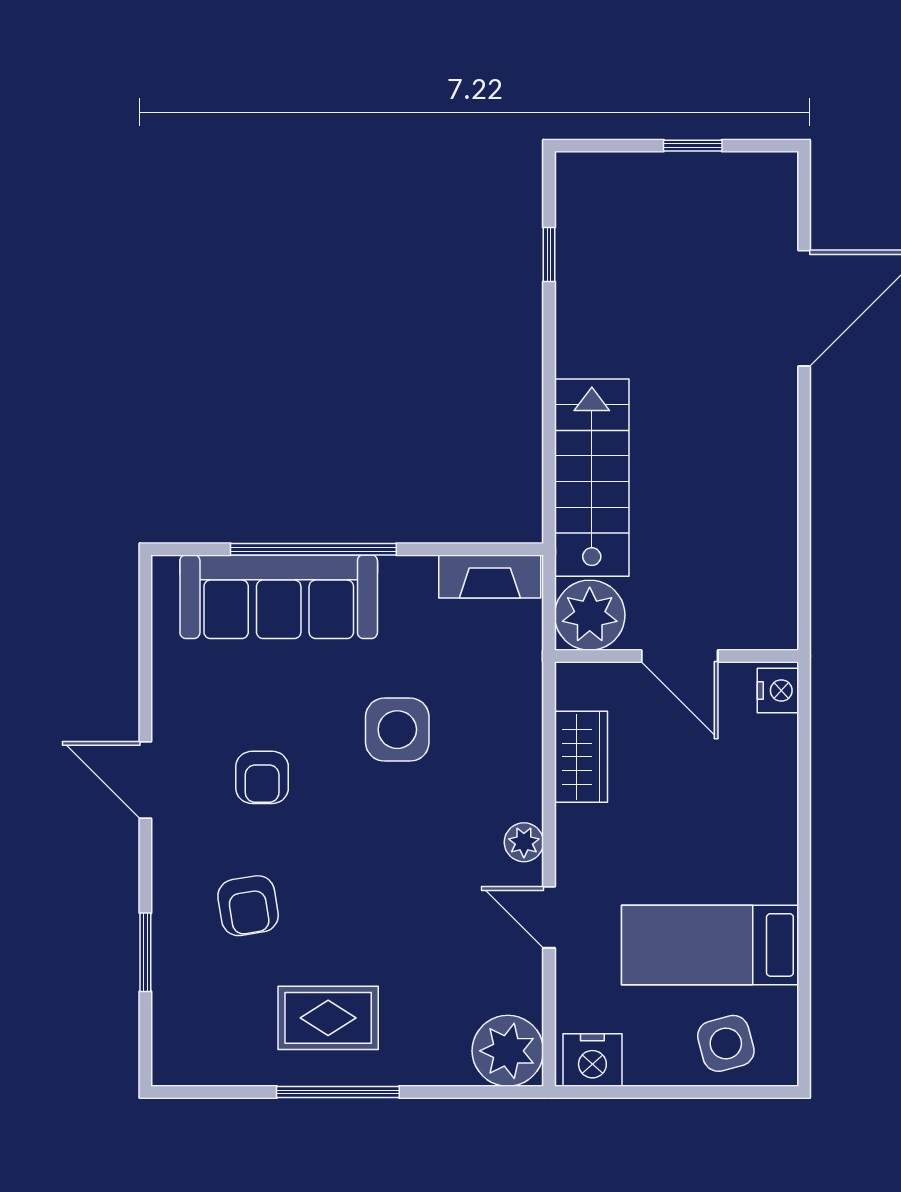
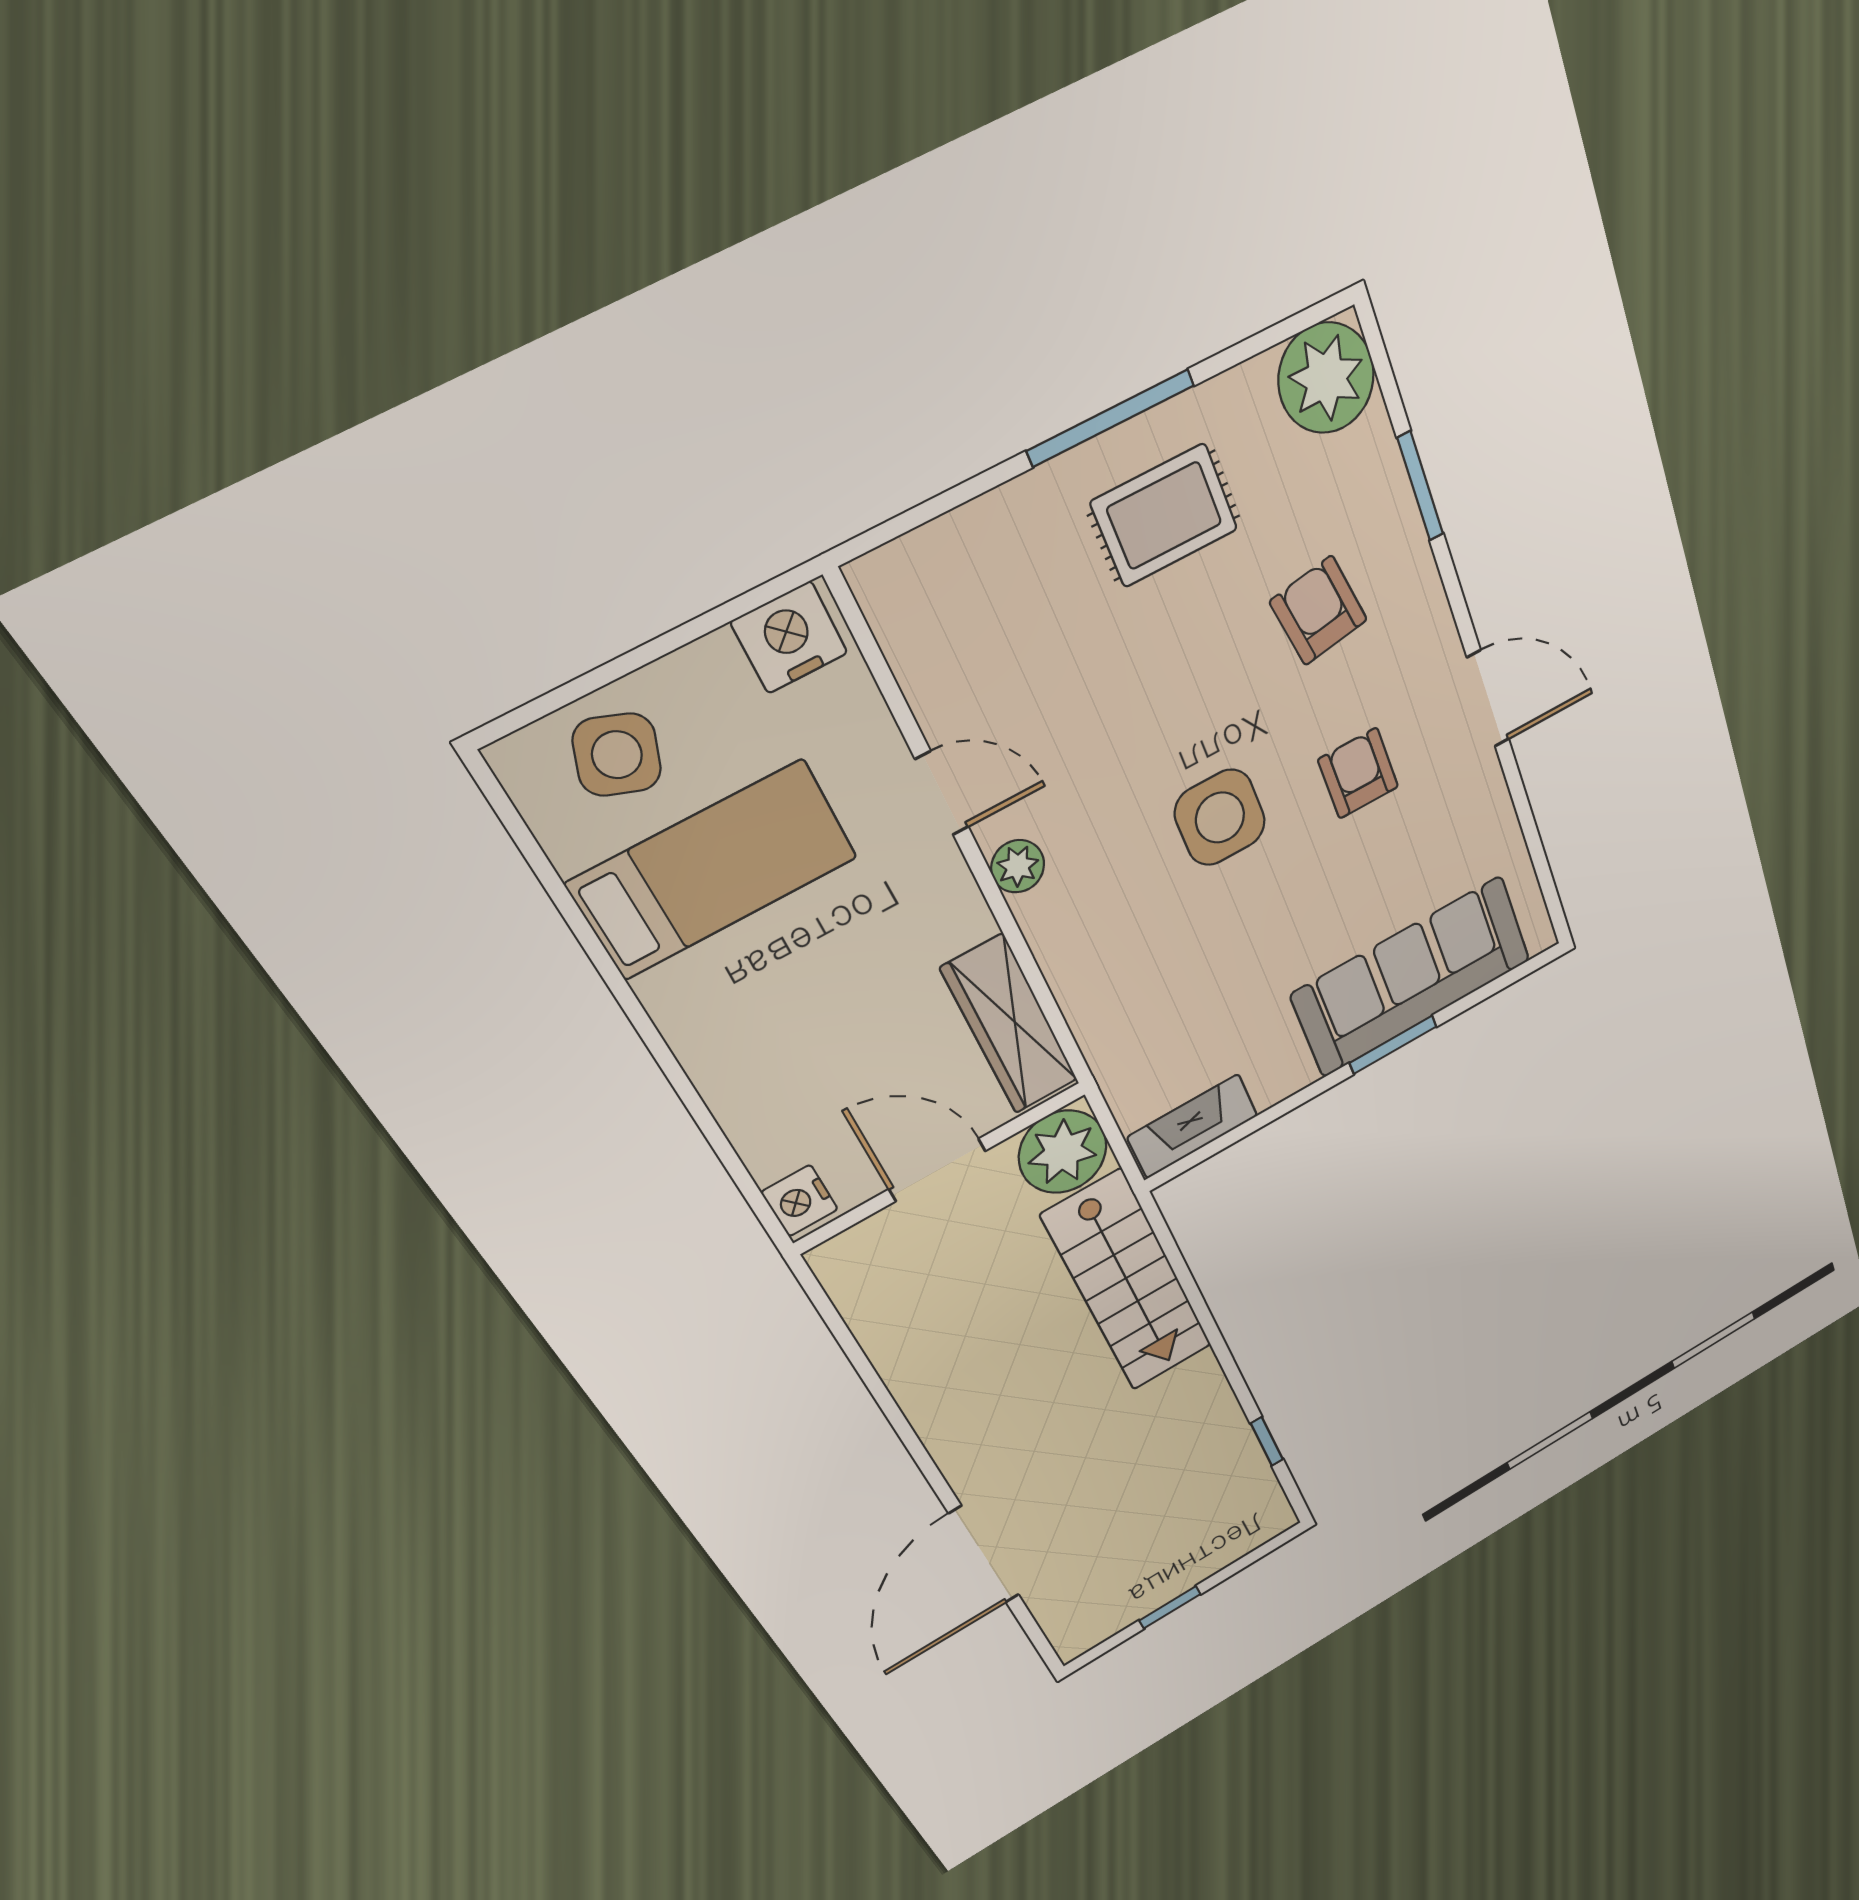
window: (313, 549) -> (1393, 1045), width x0.47
side table: (397, 730) -> (1220, 817), moved
wardrobe: (581, 757) -> (1010, 1025), width x1.50
side table: (726, 1043) -> (617, 755), turned 35
plant: (508, 1051) -> (1326, 378), moved

